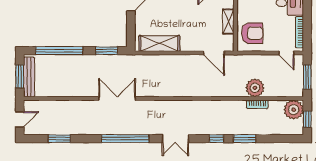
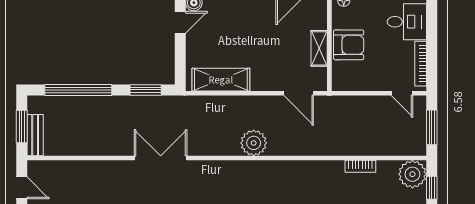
armchair: (252, 33) -> (349, 45), moved
bench: (29, 77) -> (35, 135), width x0.73
plant: (255, 88) -> (254, 143), moved
door: (20, 119) -> (22, 188), hinge flipped

